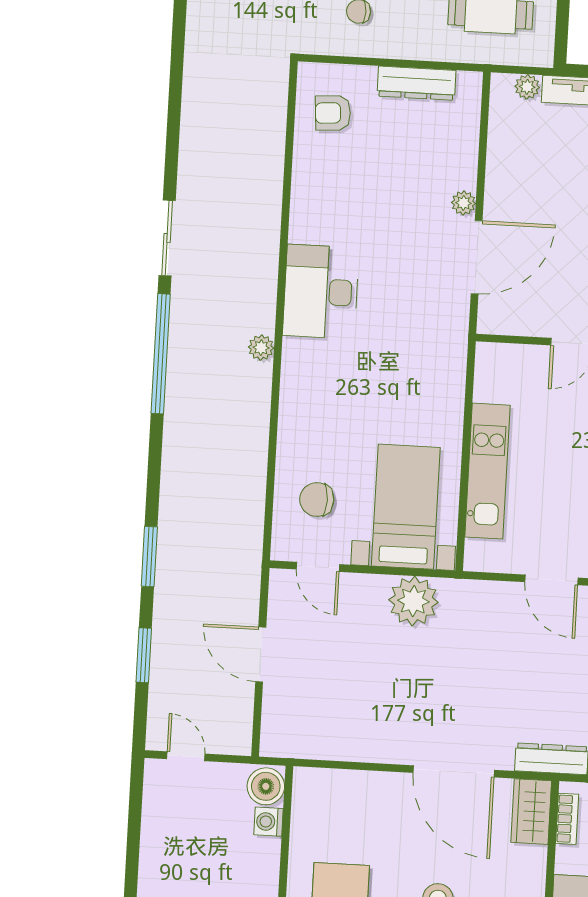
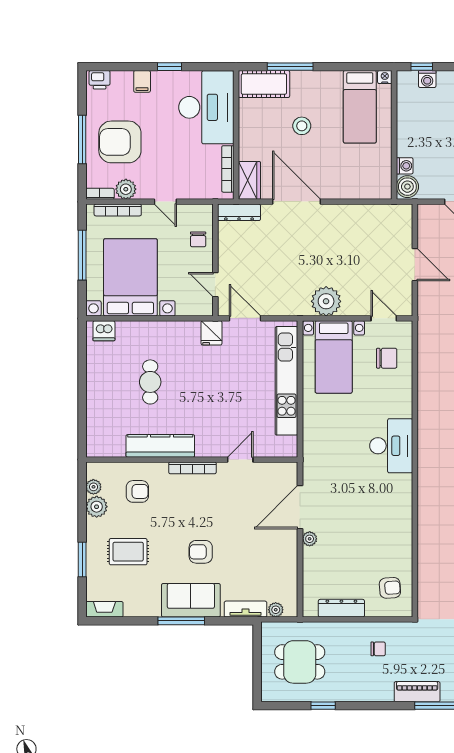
desk: (321, 292) -> (391, 446), moved
plant: (261, 348) -> (425, 446), removed
kitchen unit: (487, 471) -> (286, 381), width x1.36
bookcase: (567, 819) -> (228, 169), width x1.56

